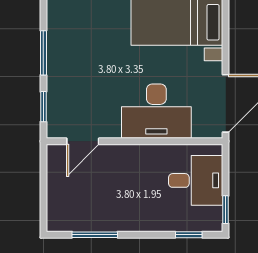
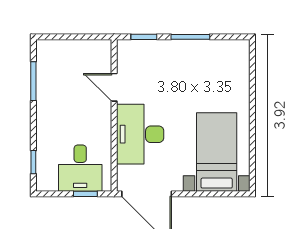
door: (83, 141) -> (114, 87), moved
window: (226, 210) -> (85, 194), moved

